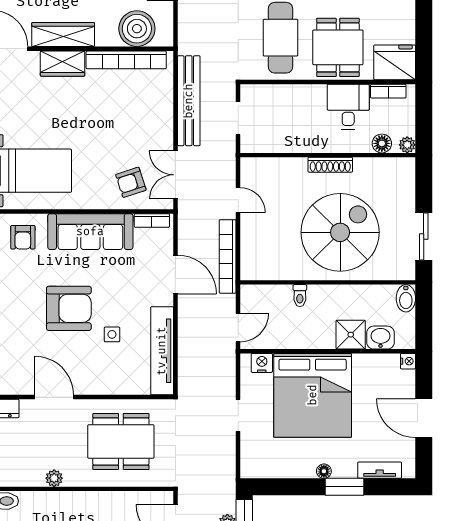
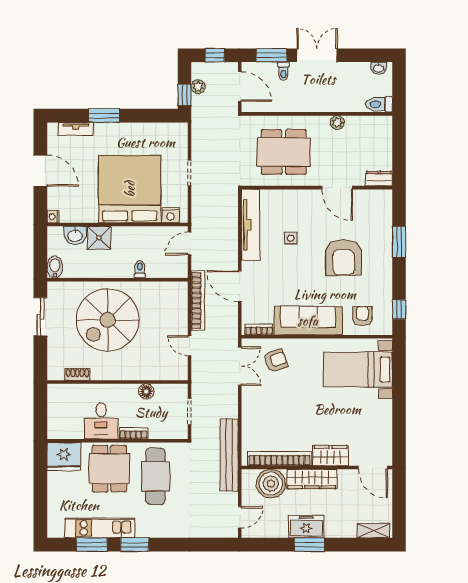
wardrobe: (63, 35) -> (312, 479), moved
bookcase: (388, 91) -> (133, 433), moved
bench: (189, 101) -> (229, 455), moved
floor lamp: (382, 143) -> (146, 391), moved
plant: (407, 145) -> (54, 390), removed
shoe rack: (330, 165) -> (77, 374), moved, width x0.70
armchair: (69, 308) -> (344, 257), moved, turned -90
floor lamp: (324, 471) -> (121, 128), removed

